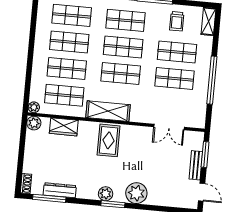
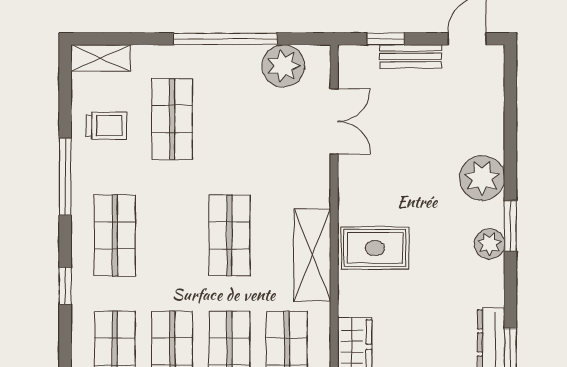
shop shelf: (123, 47) -> (172, 235), removed
shop shelf: (174, 79) -> (229, 119), removed
plant: (197, 106) -> (283, 66), added
window: (205, 155) -> (386, 39), width x0.67

